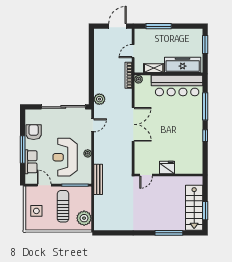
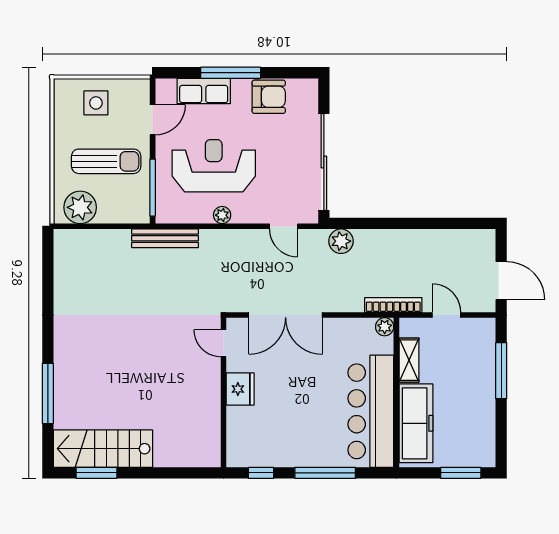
fridge: (167, 167) -> (240, 389), moved
door: (146, 175) -> (224, 343), moved
wall: (169, 175) -> (224, 392), moved

